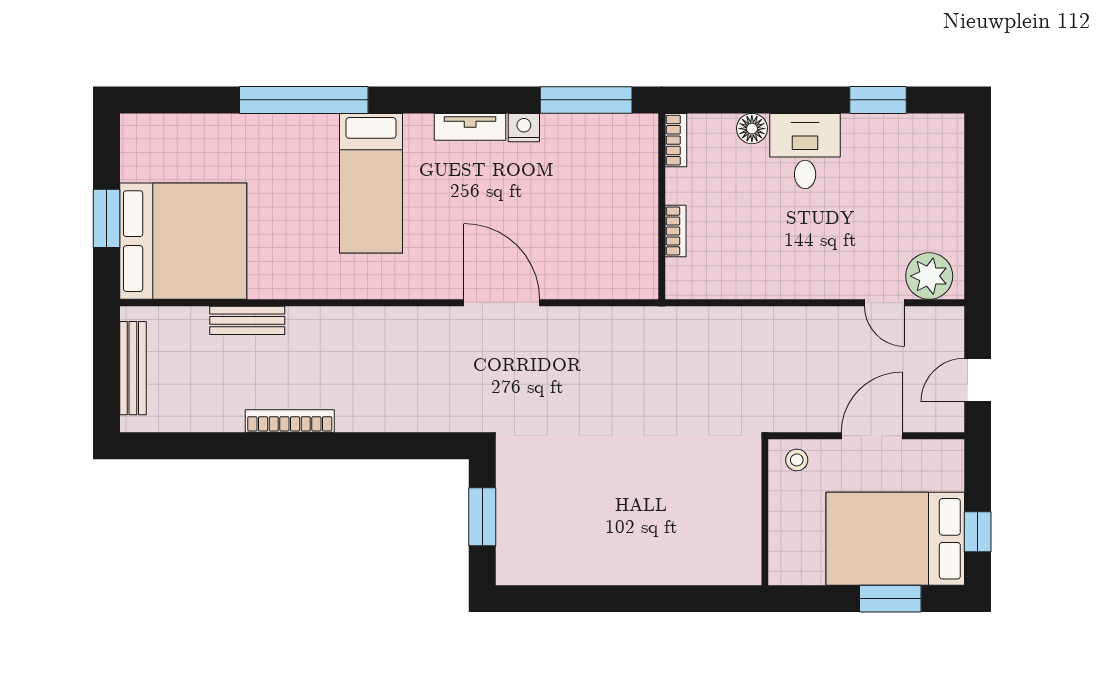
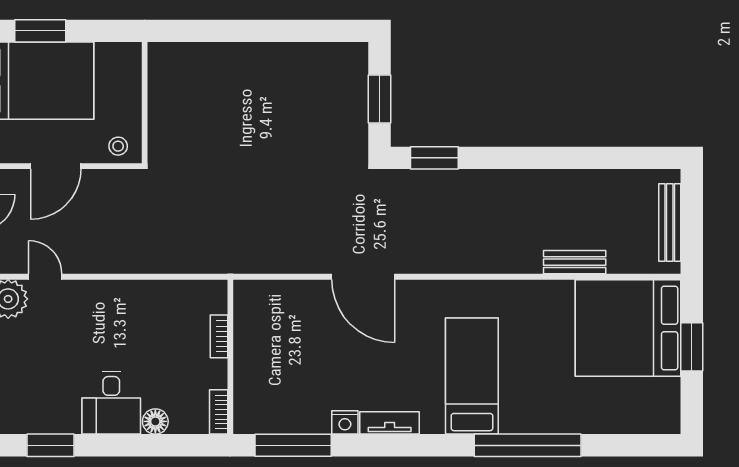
bookcase: (290, 421) -> (539, 178), removed
window: (416, 446) -> (434, 158), added

